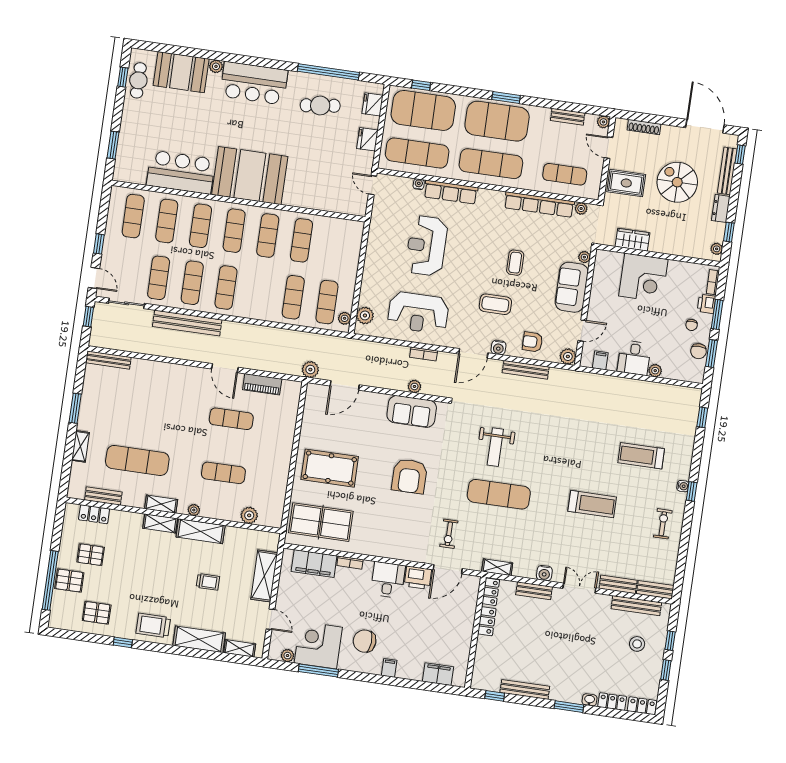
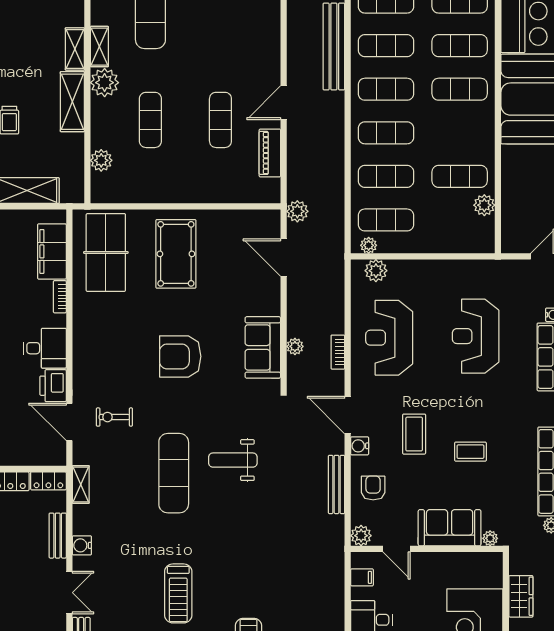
plant: (326, 225) -> (484, 205), added
exercise mat: (268, 235) -> (386, 133), moved
reception desk: (427, 246) -> (476, 336), turned -90
plant: (194, 510) -> (105, 83), width x1.88, depth x1.88

